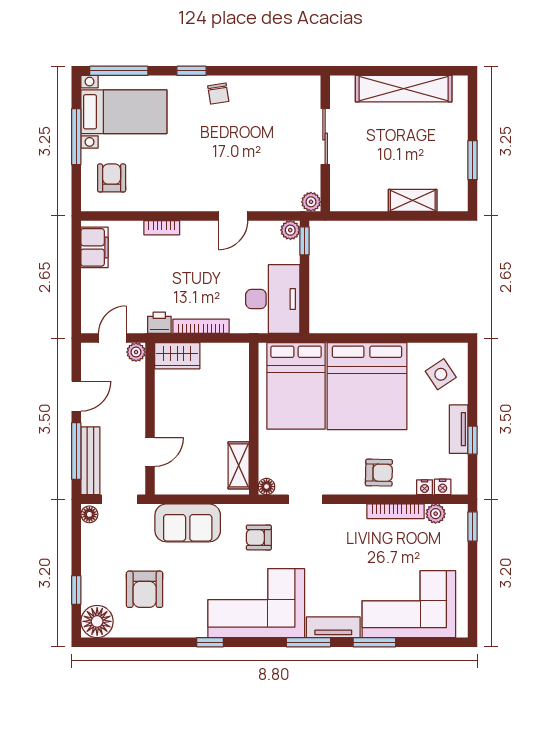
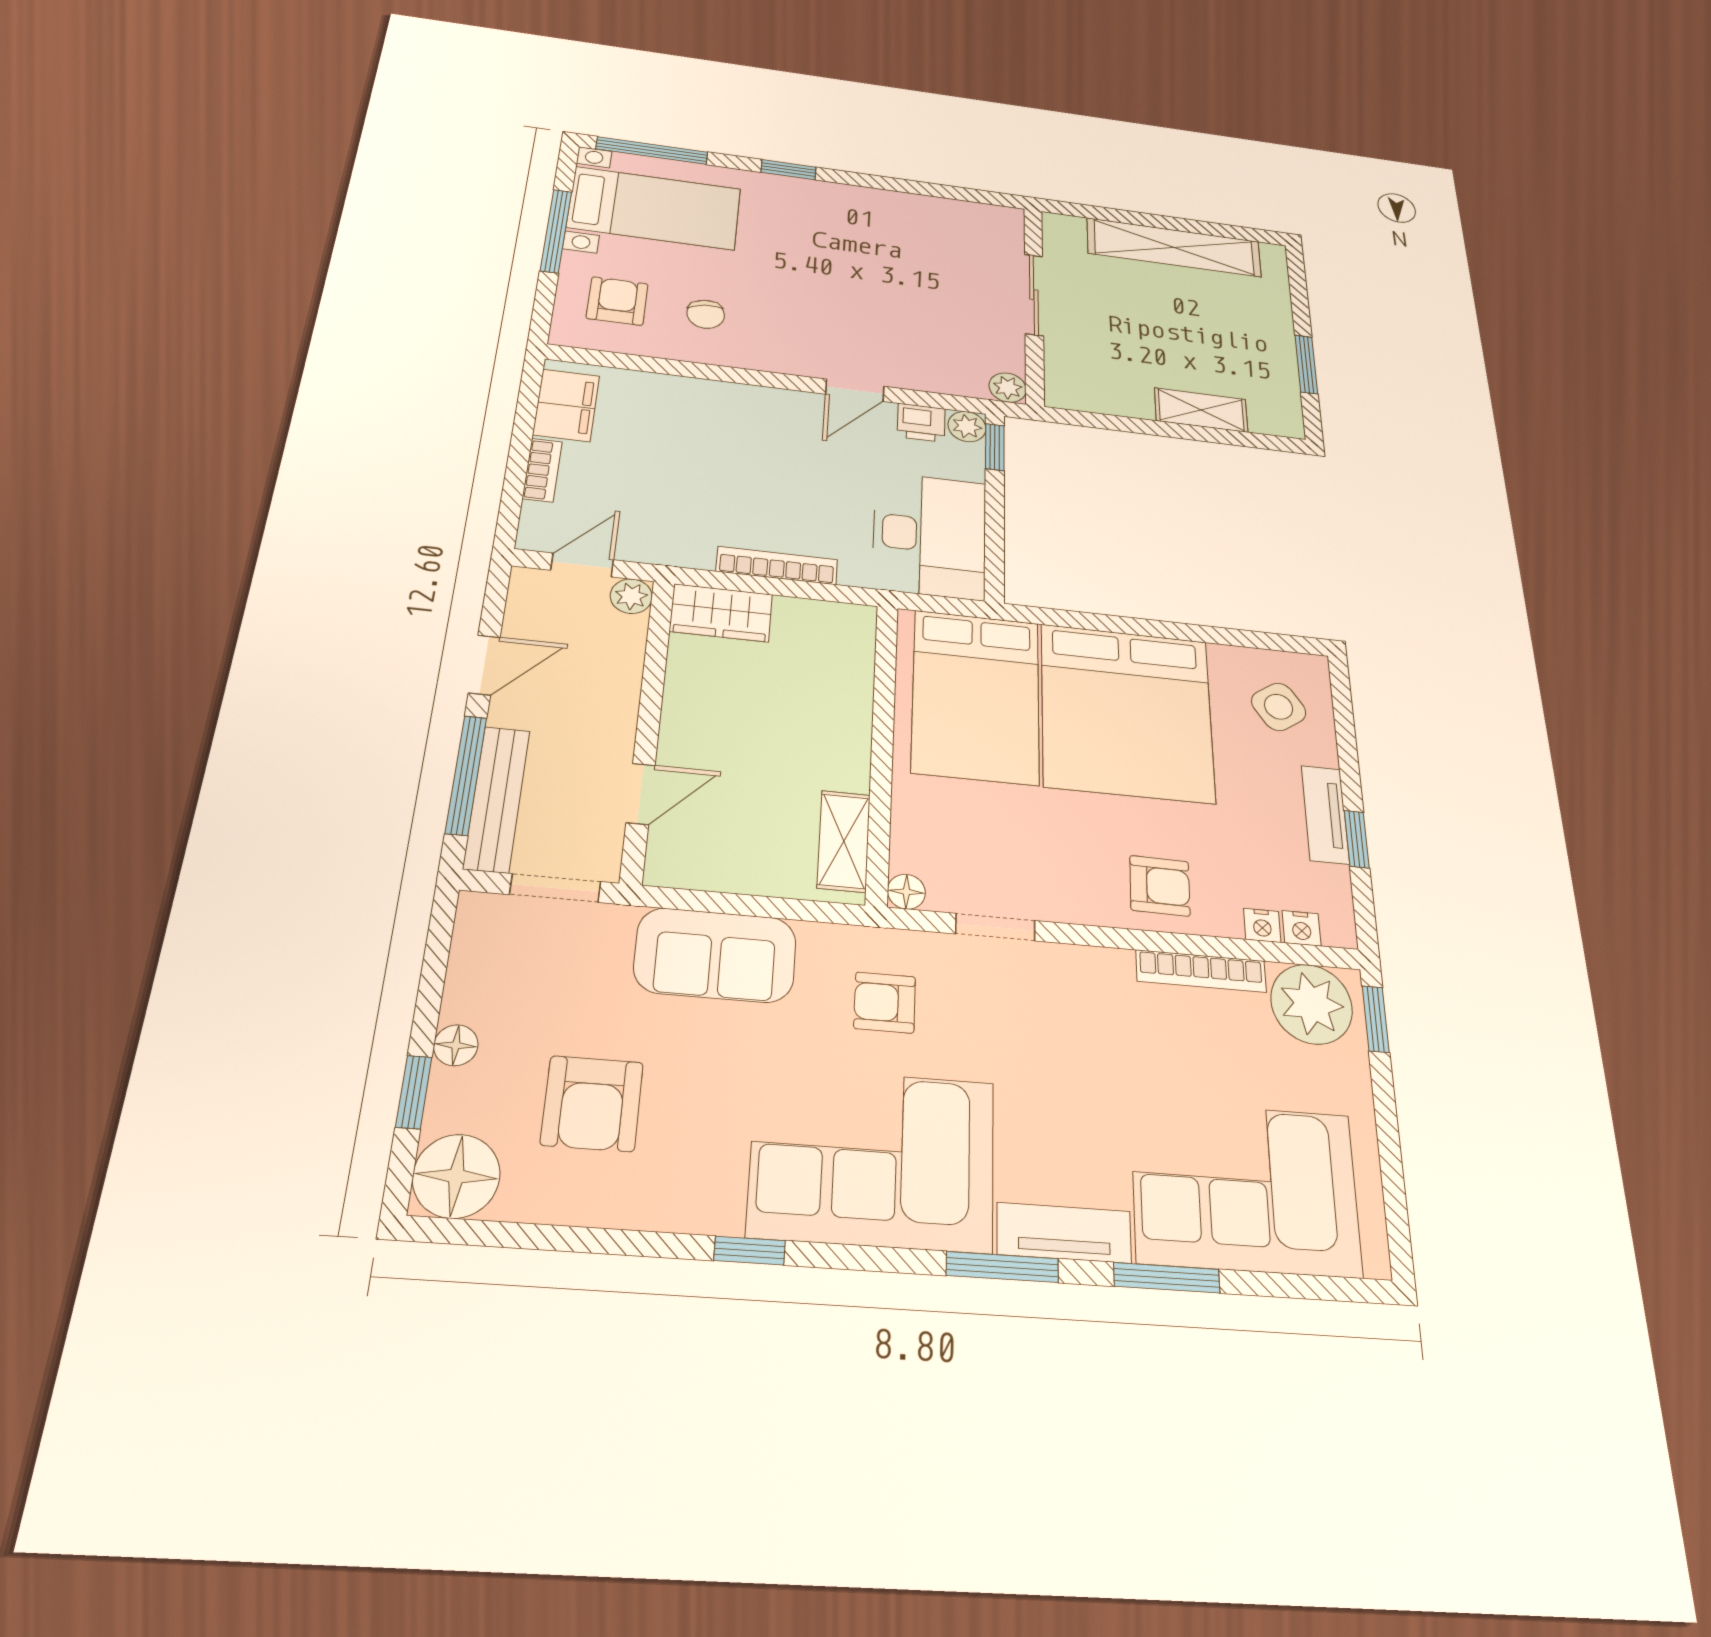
chair: (218, 94) -> (706, 314), moved
bookcase: (162, 228) -> (542, 470), moved, turned -90
printer: (159, 323) -> (921, 423), moved, turned 180
floor lamp: (89, 514) -> (456, 1045), moved
plant: (436, 514) -> (1312, 1004), width x1.88, depth x1.88

